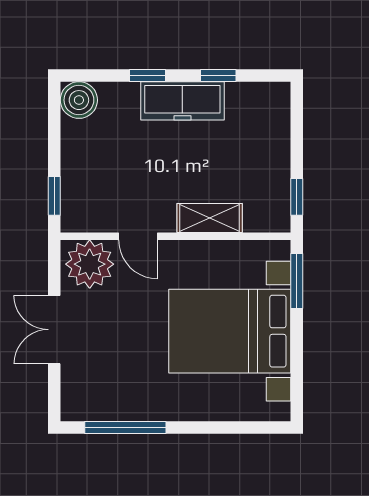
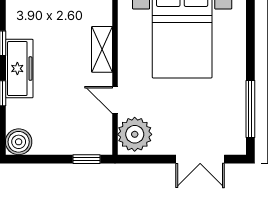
door: (138, 236) -> (115, 100), swing flipped
double door: (54, 330) -> (200, 159), moved

